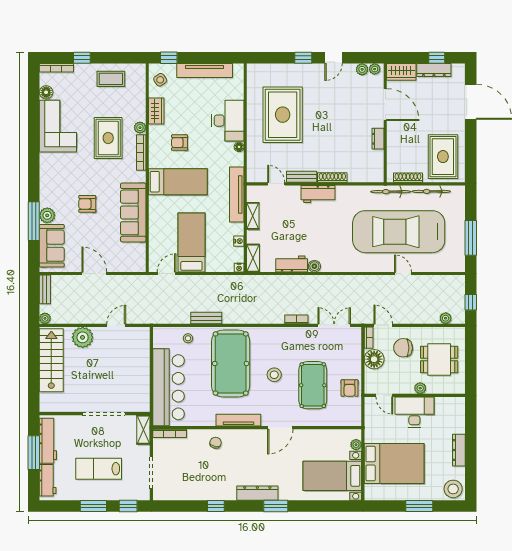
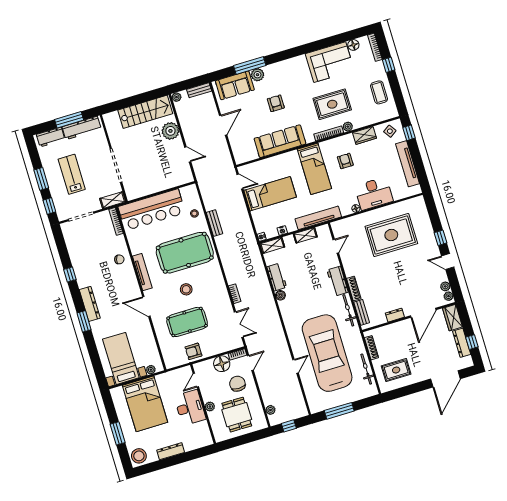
rug: (443, 157) -> (396, 370), width x0.73, depth x0.70
bench: (302, 177) -> (362, 312), moved
bicycle: (391, 192) -> (348, 310), moved

